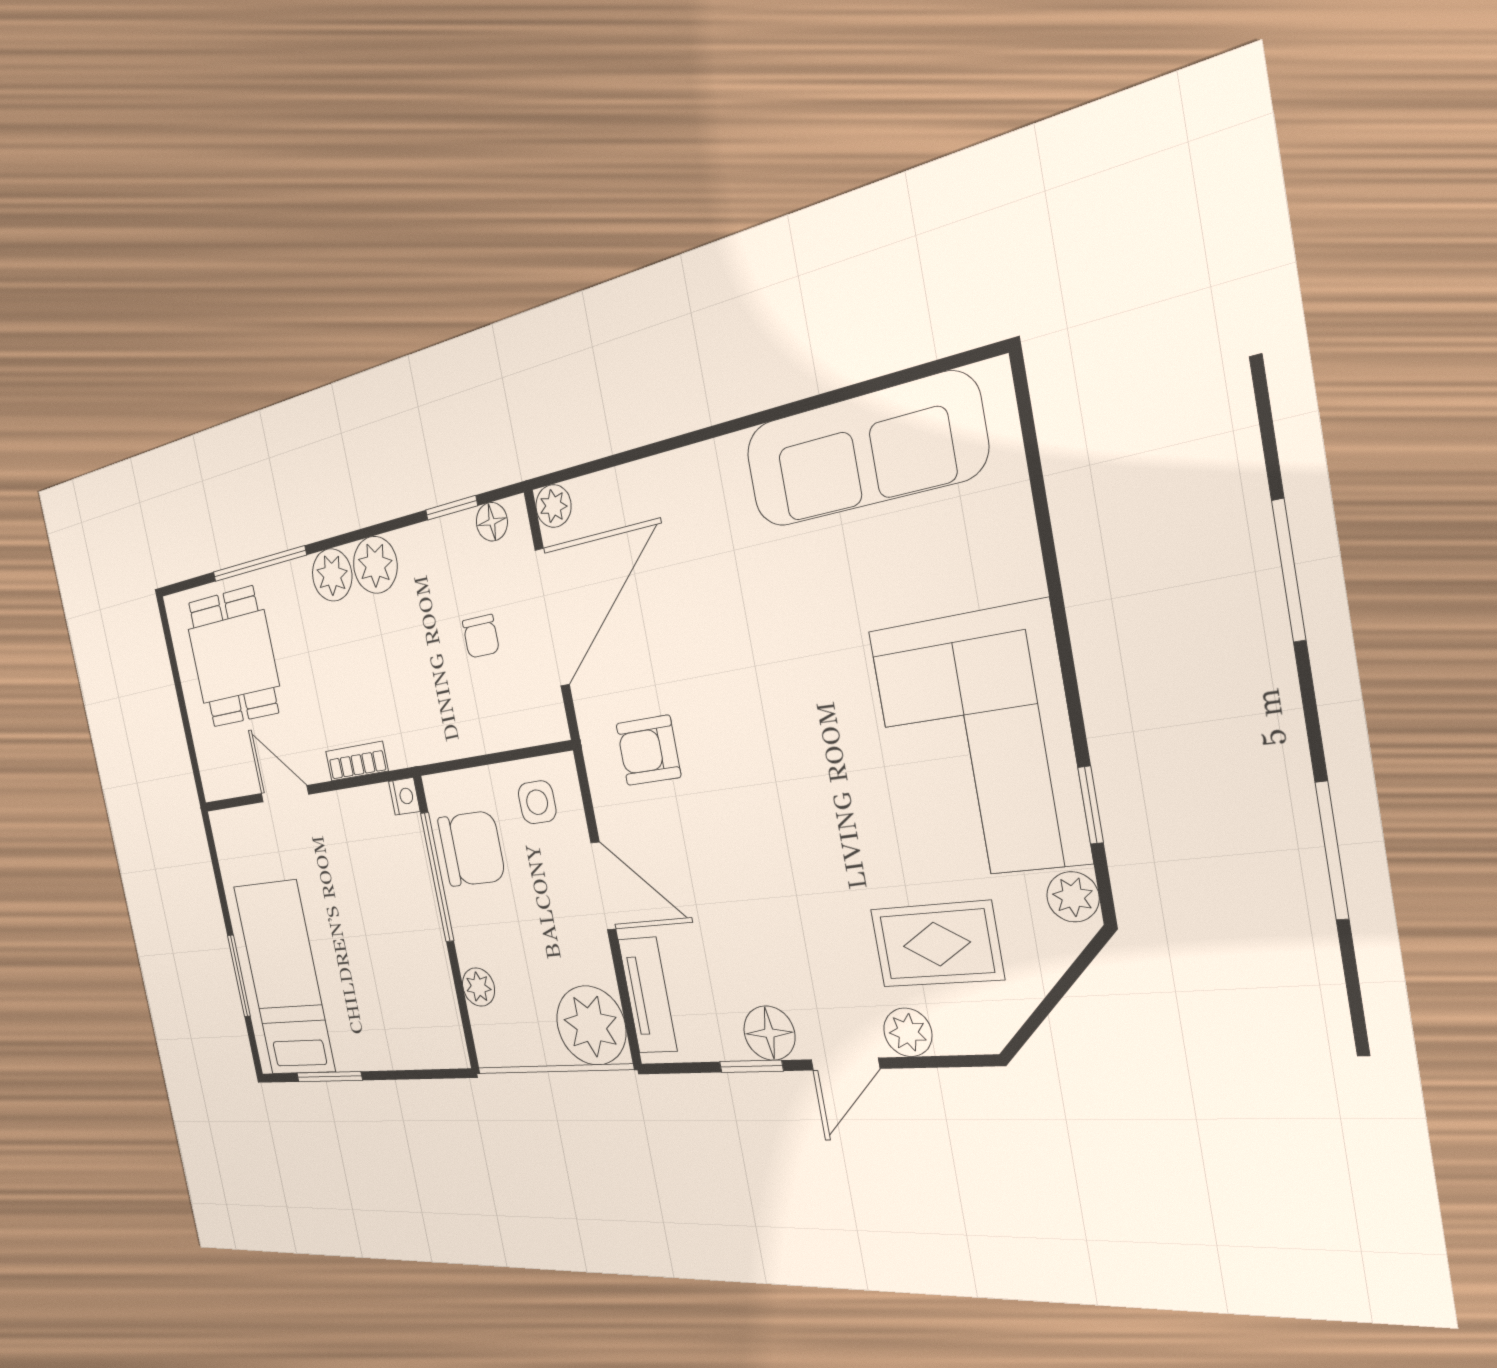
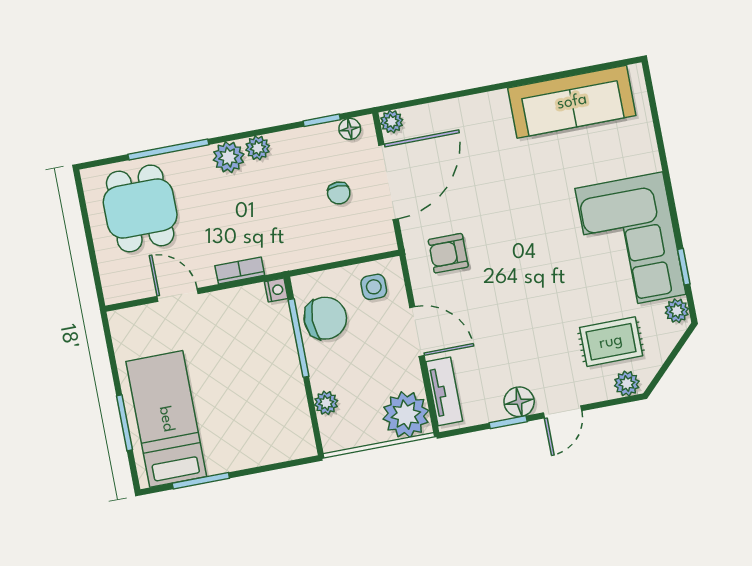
plant: (375, 565) -> (258, 148), width x0.73, depth x0.73
plant: (908, 1032) -> (627, 384), moved

